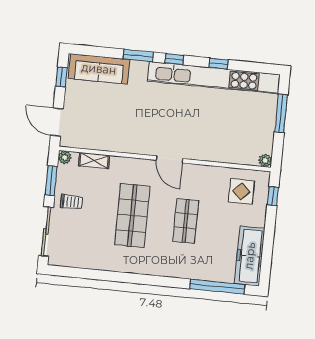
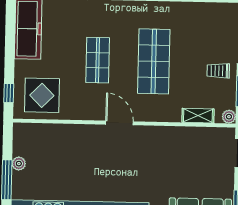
plant: (265, 161) -> (19, 164), moved
display table: (241, 191) -> (42, 95), width x1.36, depth x1.36

